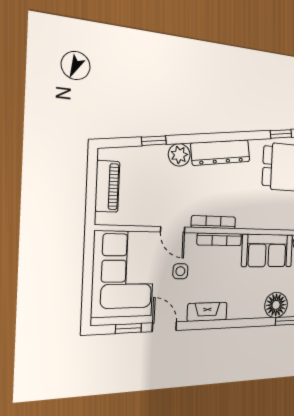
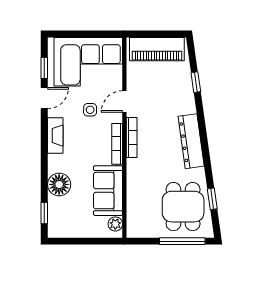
plant: (179, 155) -> (186, 104), removed
piano: (107, 186) -> (157, 49), width x1.37, depth x1.33
floor lamp: (276, 305) -> (59, 184), moved

